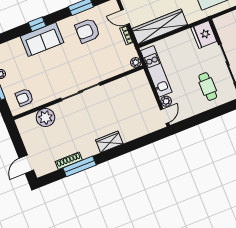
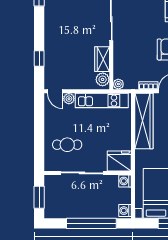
washing machine: (220, 22) -> (125, 181), added
plant: (137, 78) -> (103, 79), added
wardrobe: (109, 142) -> (102, 59), moved, turned 180
window: (141, 142) -> (39, 58), added

